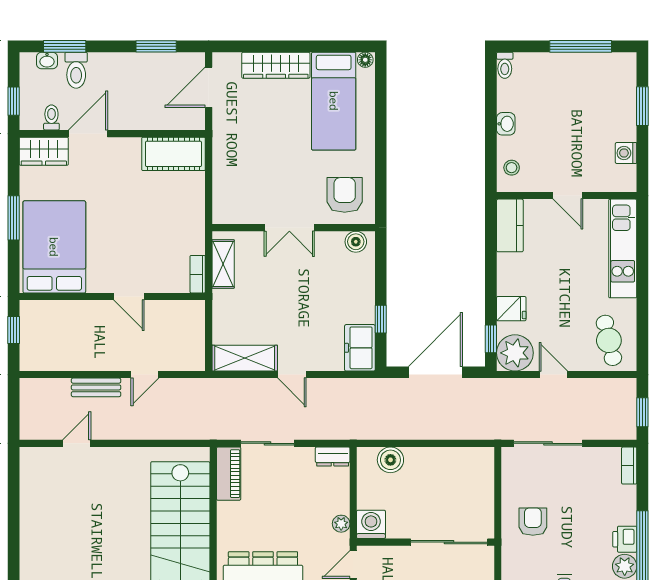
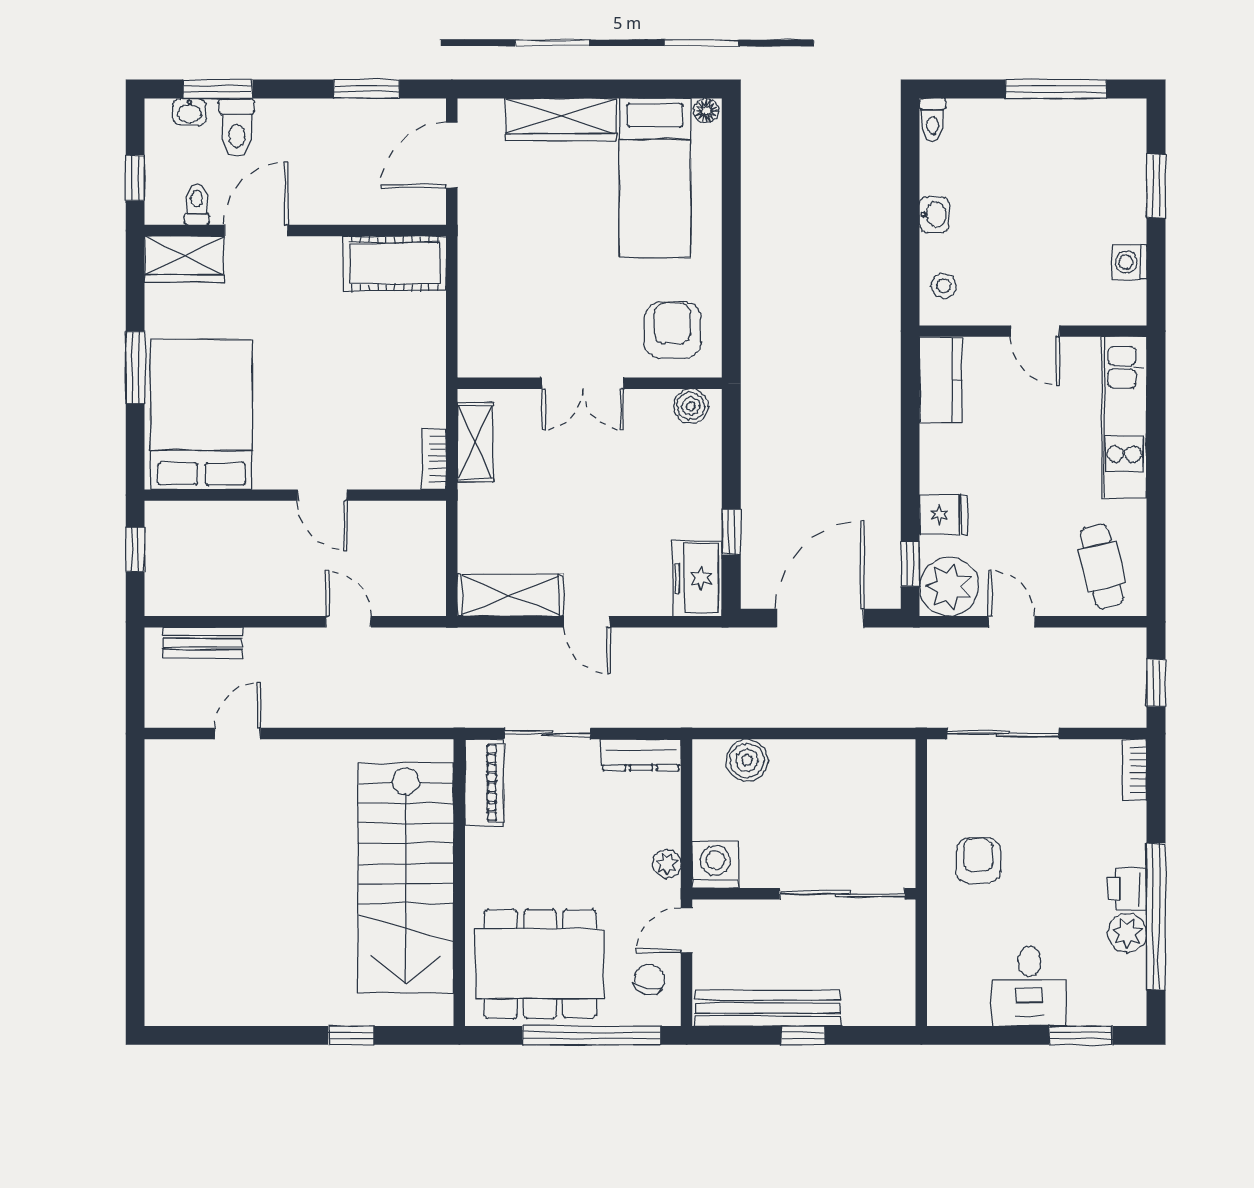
door: (145, 375) -> (348, 622), swing flipped
bench: (96, 387) -> (202, 643), moved
dresser: (333, 457) -> (641, 755), width x1.44

